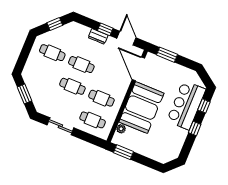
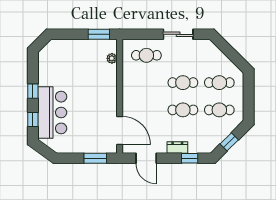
window: (105, 29) -> (190, 158), moved
window: (24, 94) -> (231, 53), removed
cafe table: (101, 98) -> (219, 83), moved
booth: (141, 108) -> (99, 90), removed

